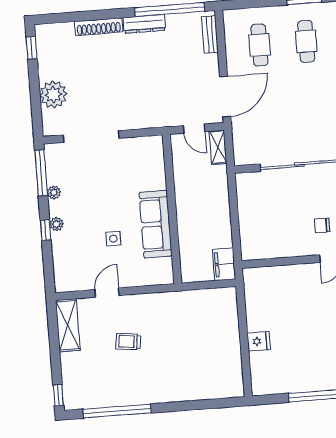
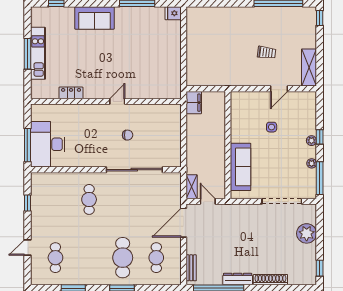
cafe table: (306, 41) -> (123, 258), width x1.37, depth x1.35
sofa: (156, 224) -> (241, 167), moved
chair: (322, 225) -> (128, 135), moved
fridge: (259, 341) -> (173, 13), moved

